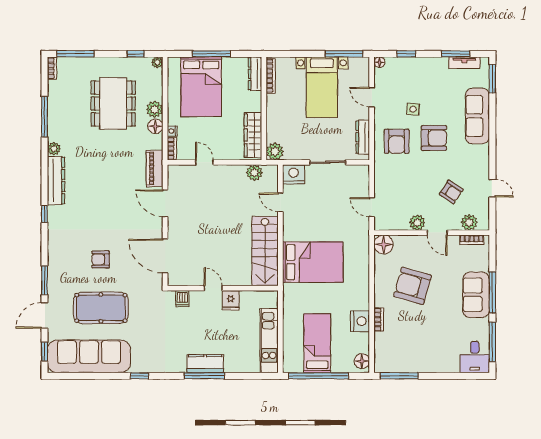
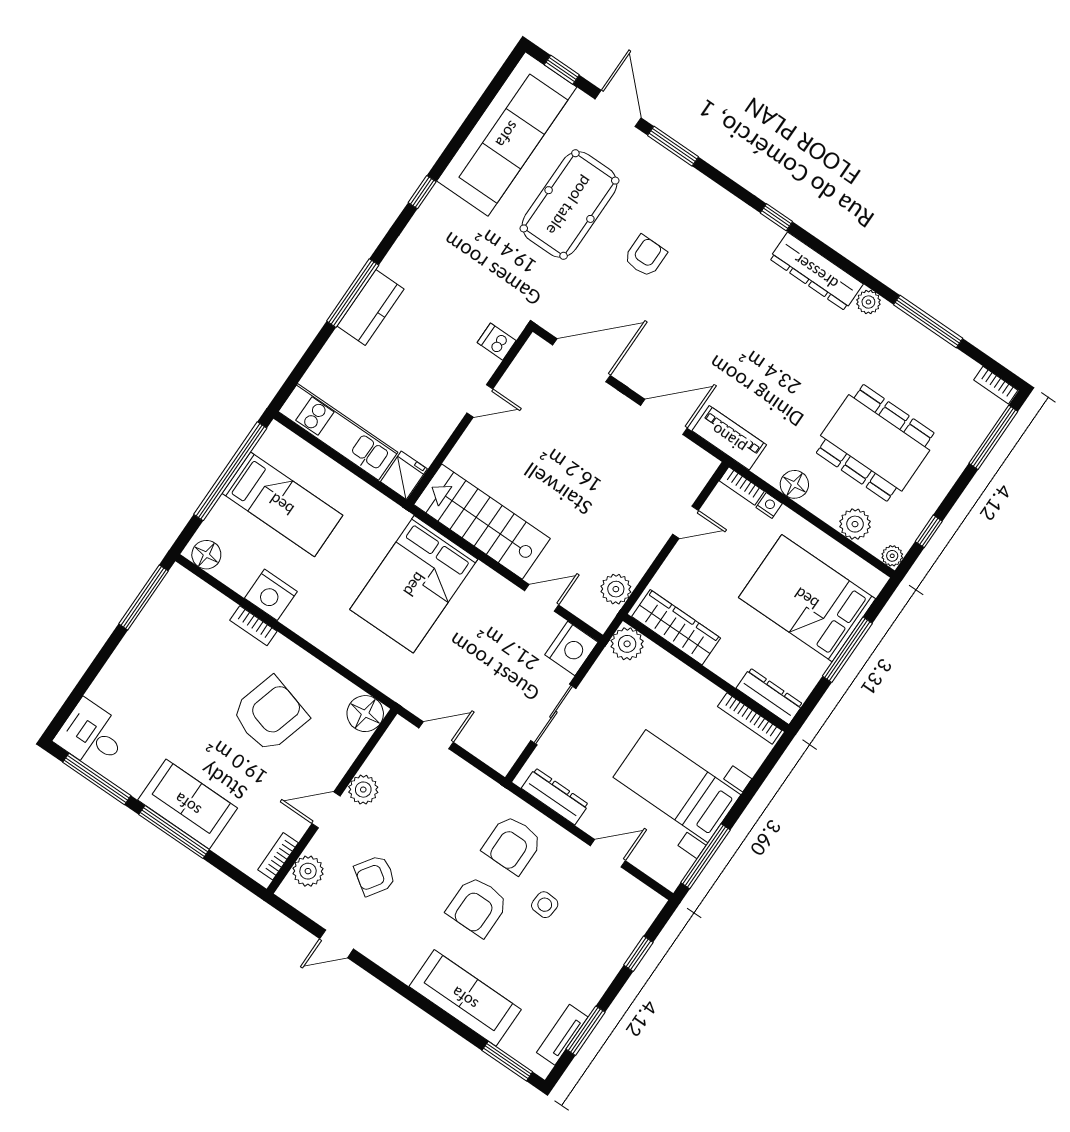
floor lamp: (379, 62) -> (654, 903), removed
plant: (155, 109) -> (855, 524), moved
armchair: (397, 141) -> (512, 845), turned -90
fridge: (231, 300) -> (404, 475), moved, turned 90

